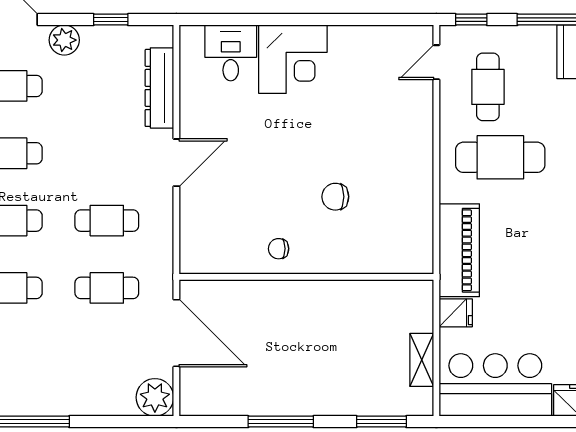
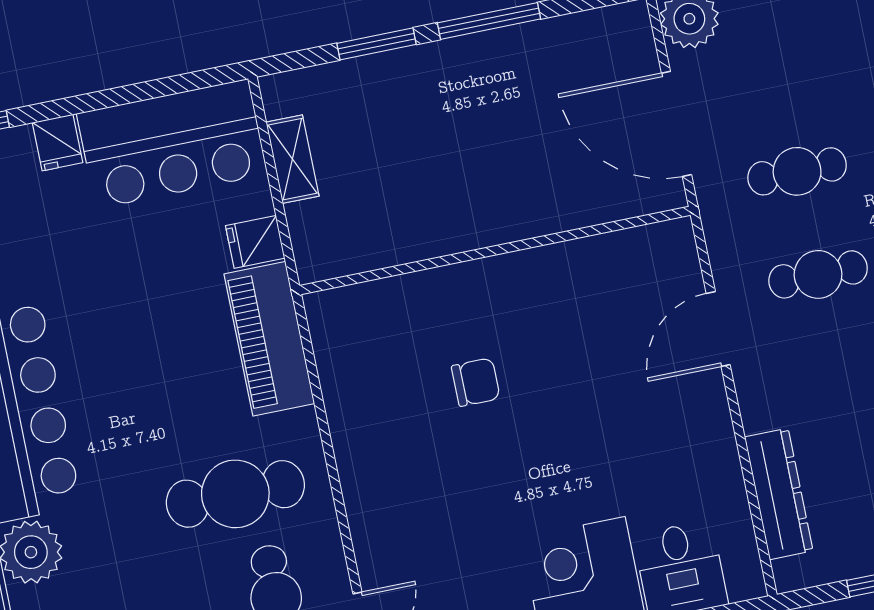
door: (176, 163) -> (718, 329), moved
chair: (279, 249) -> (546, 285), removed
window: (381, 422) -> (377, 44), moved

